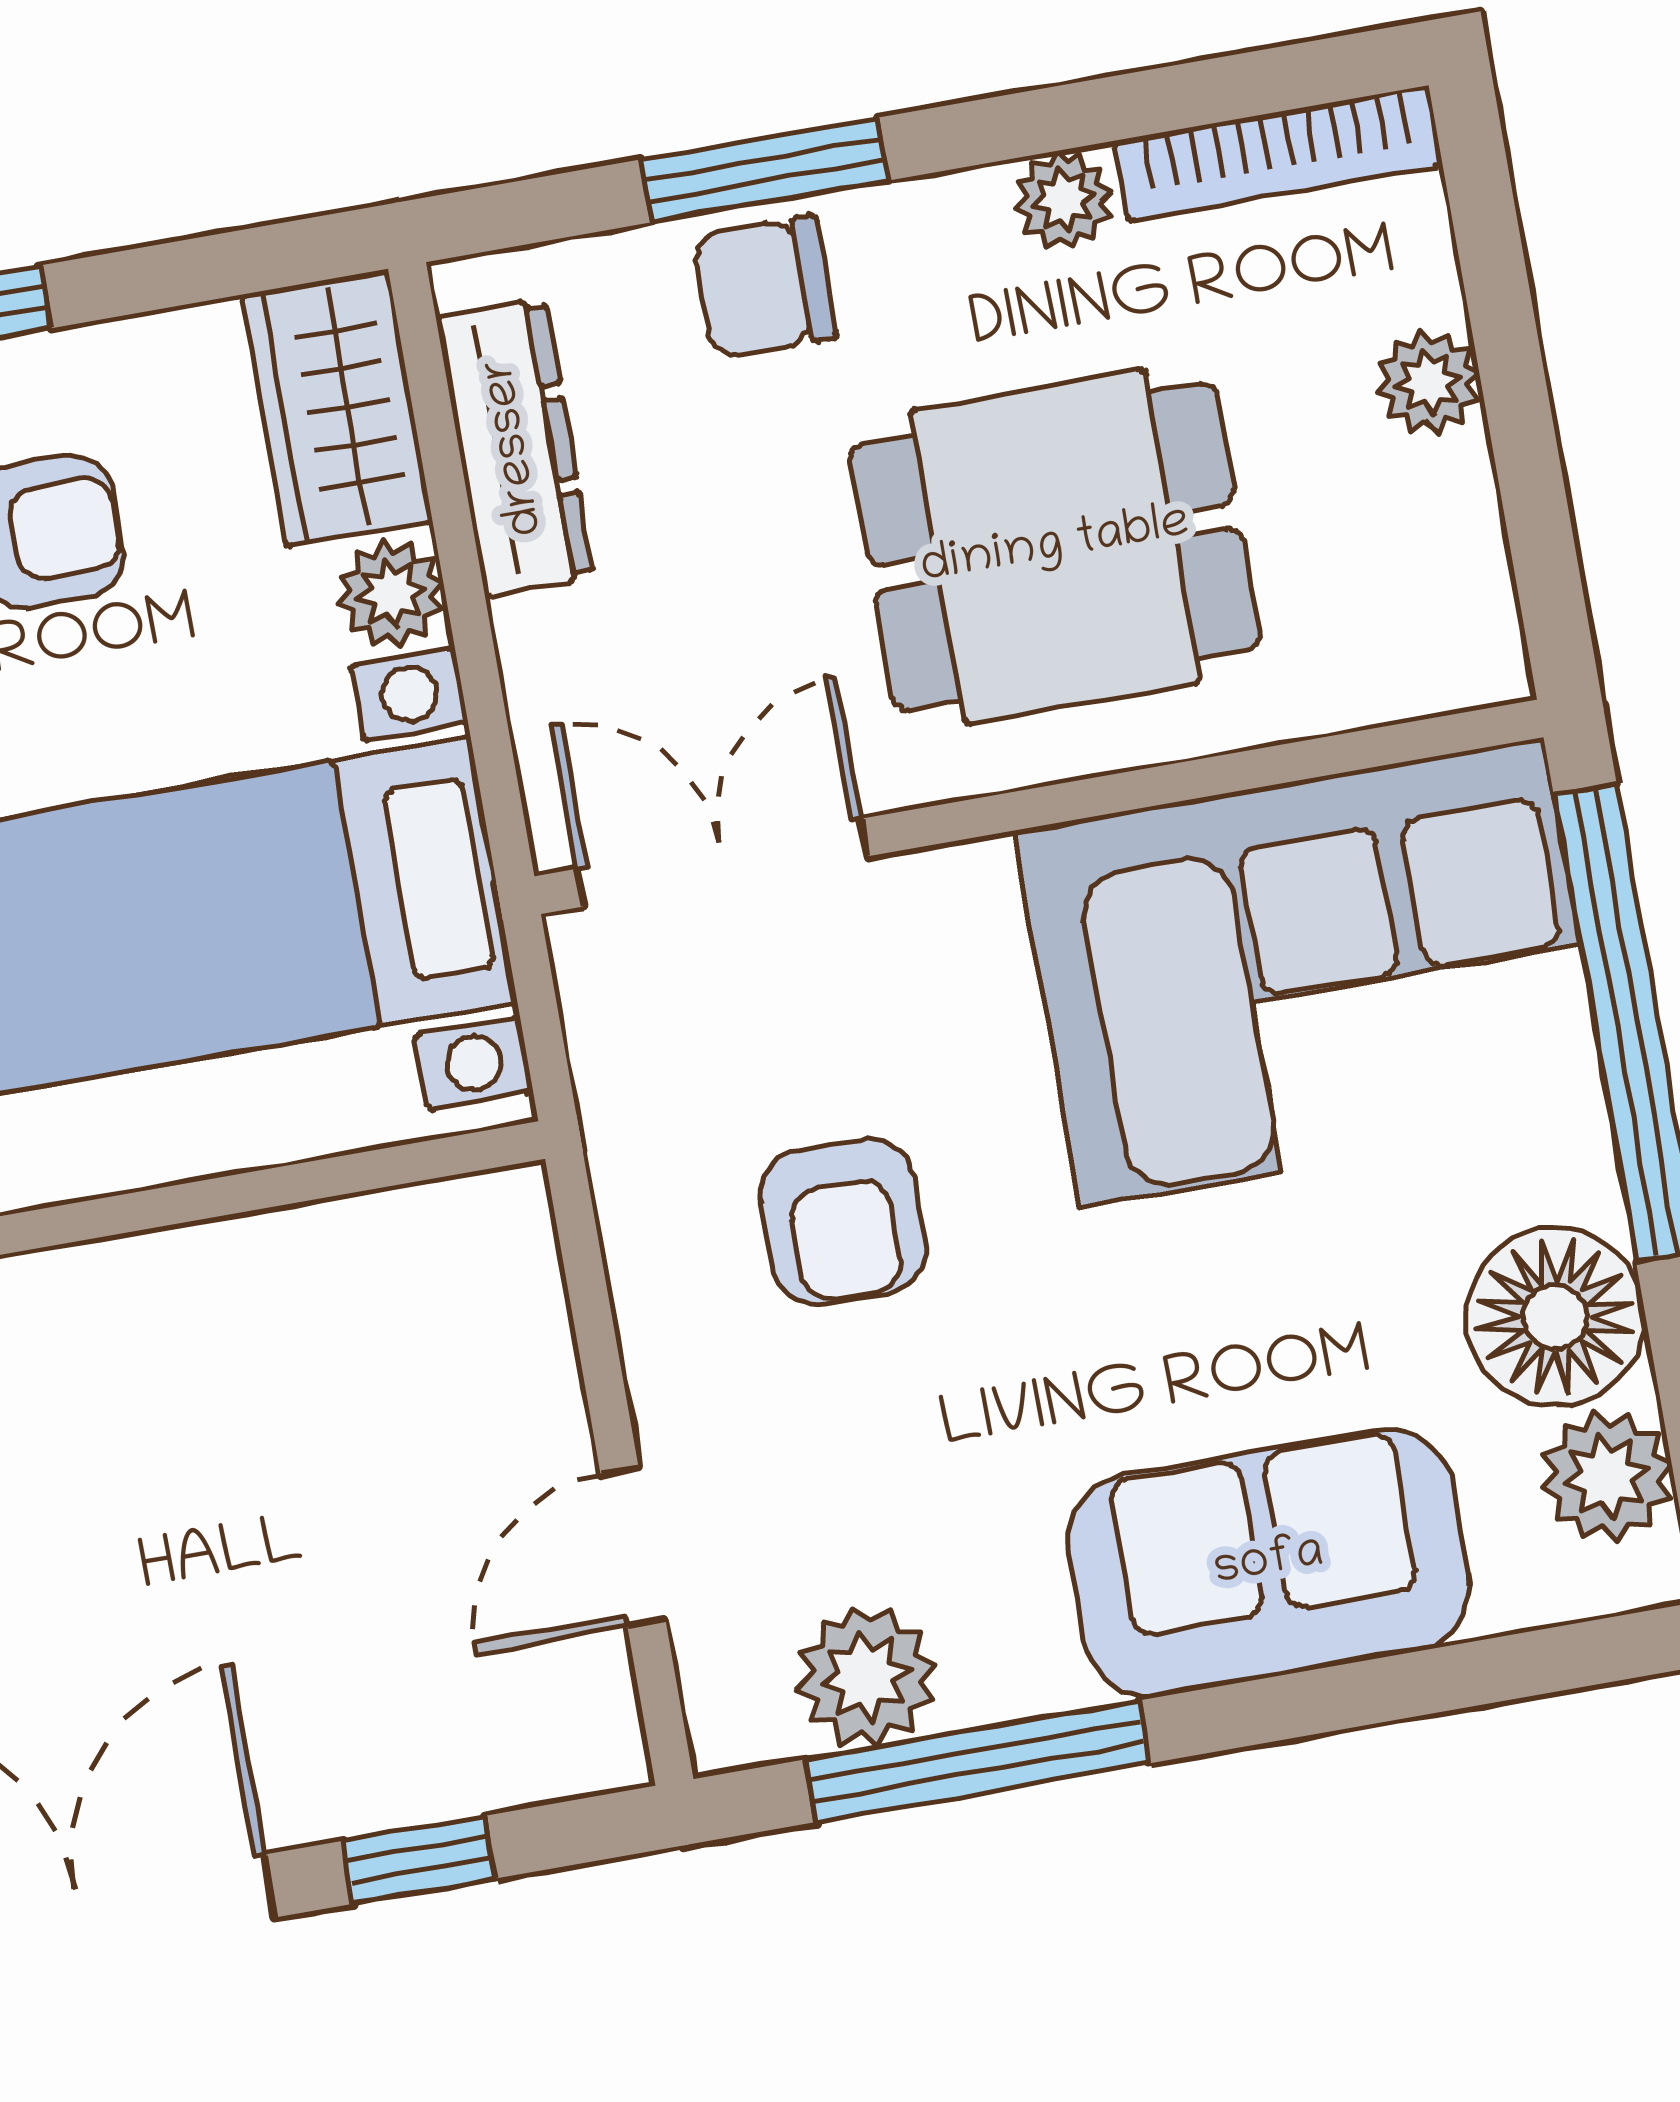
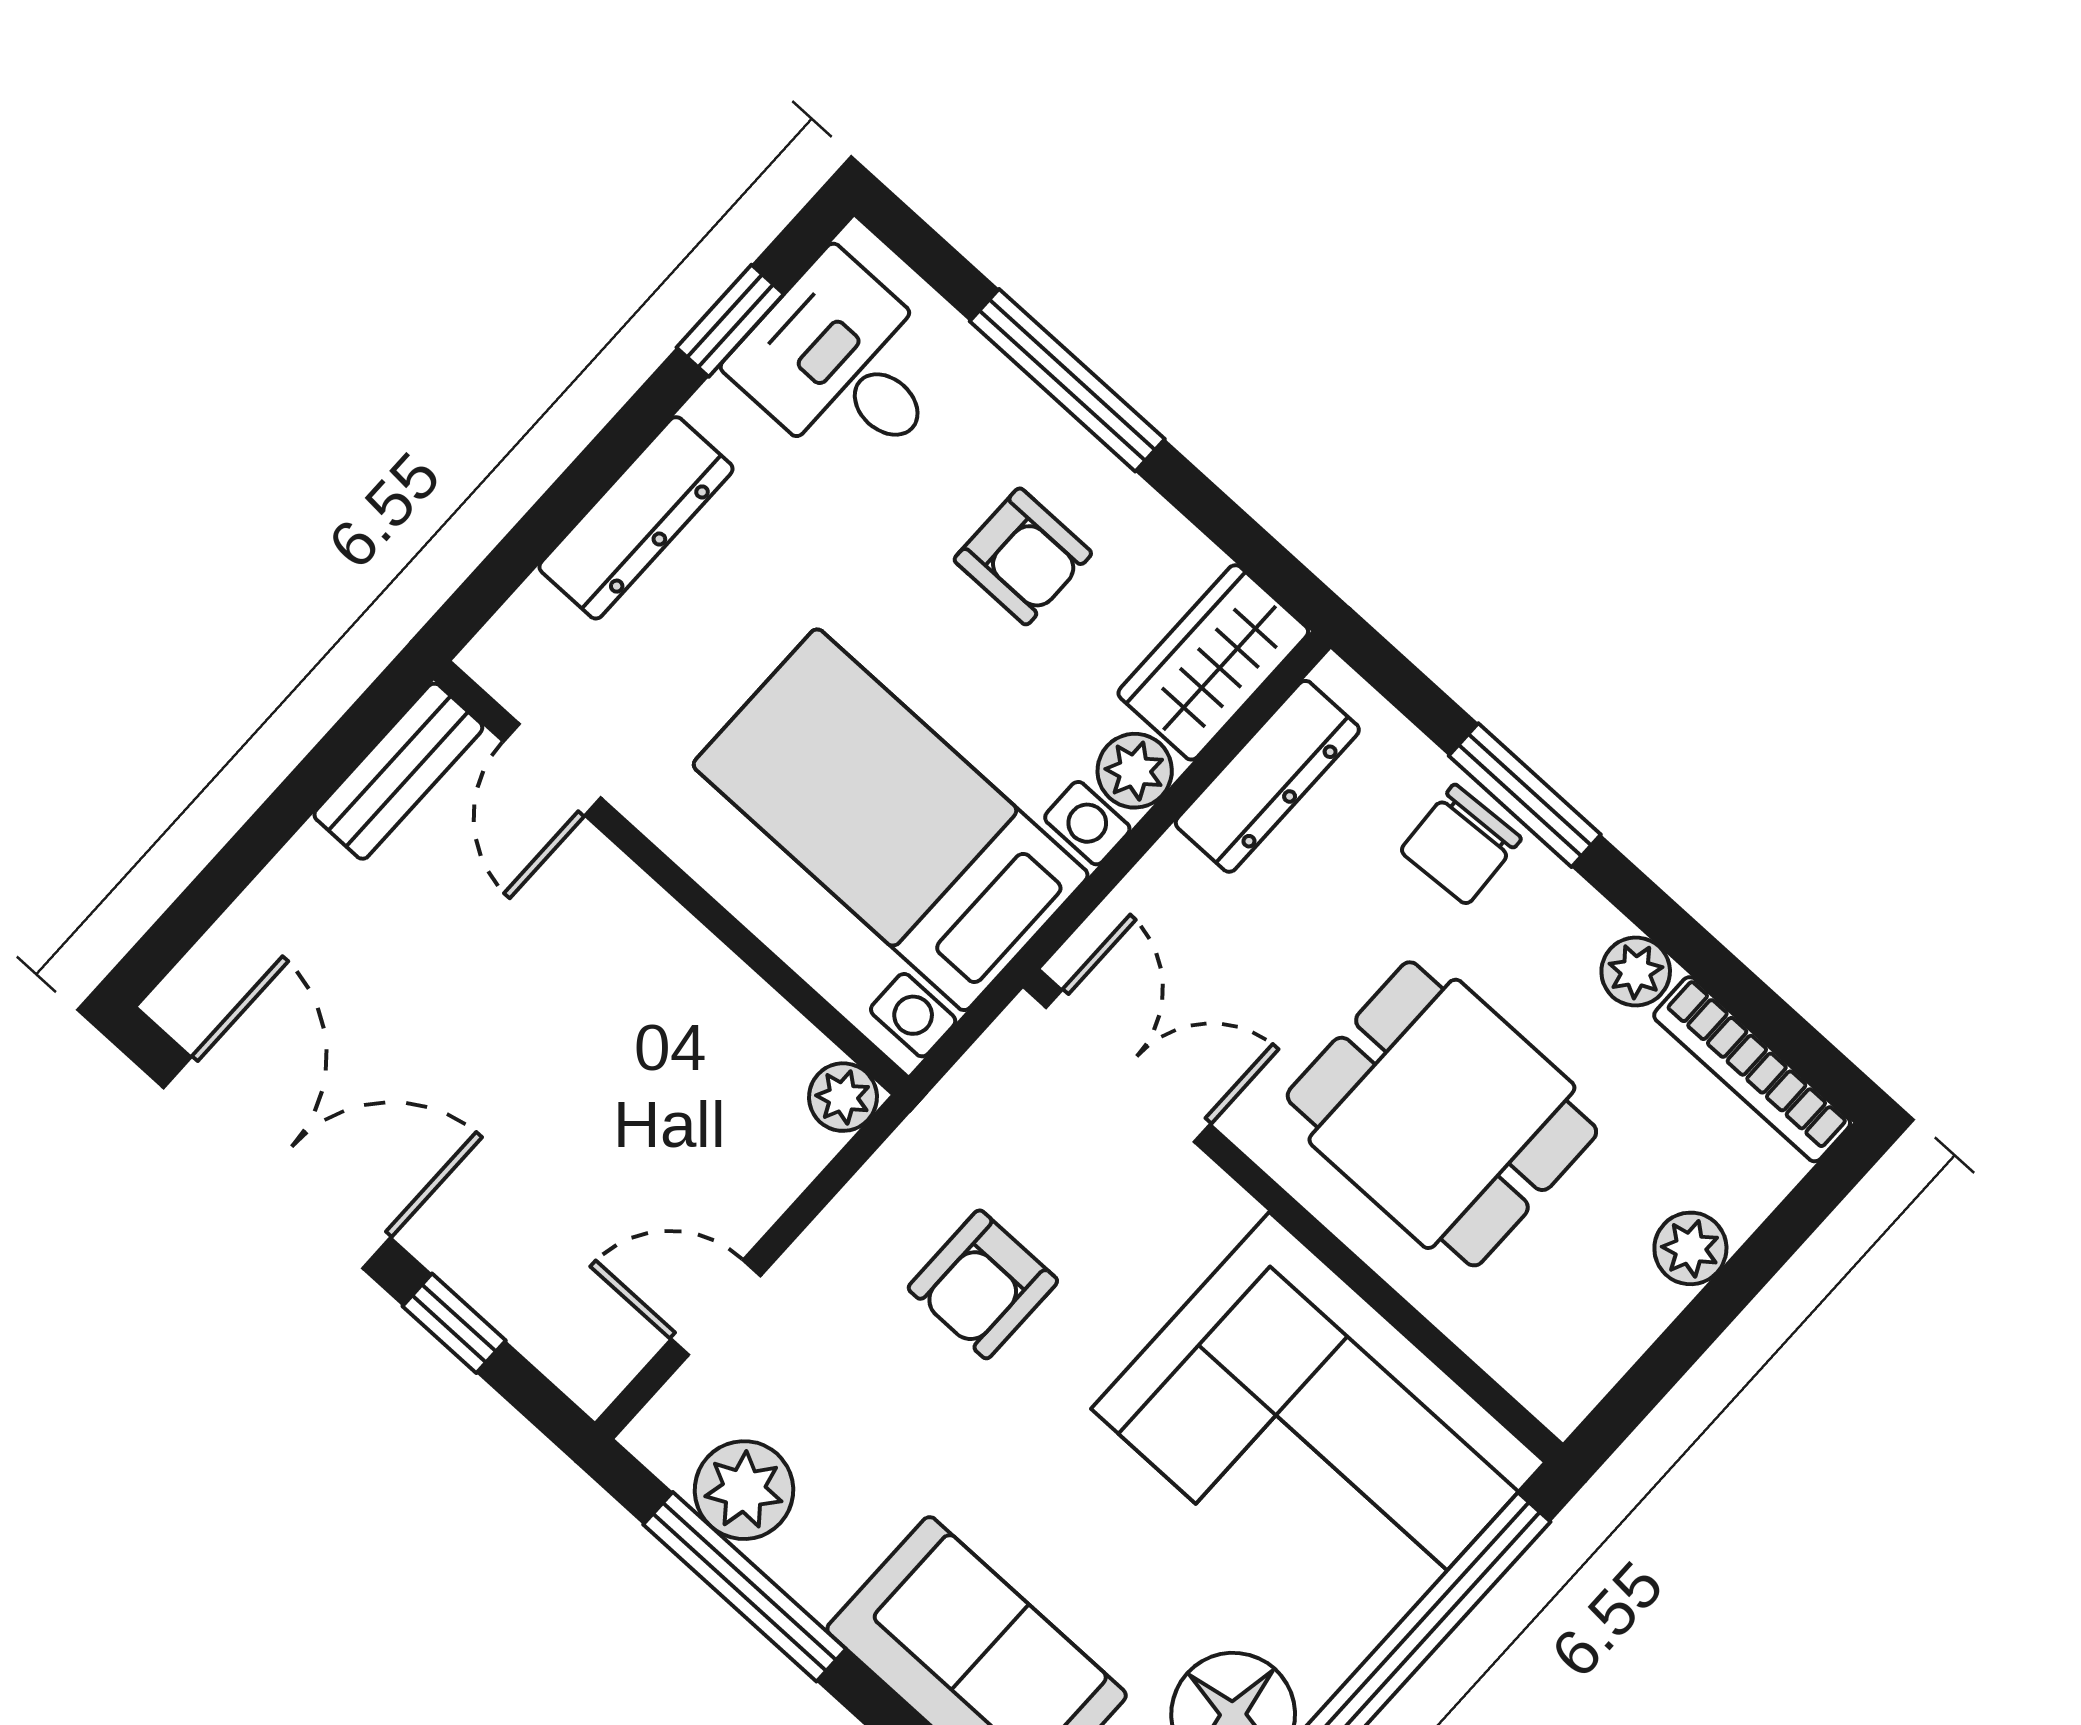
chair: (764, 287) -> (1461, 845), turned -93
plant: (505, 1216) -> (843, 1097), added

